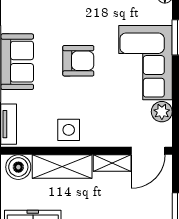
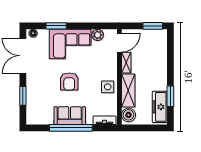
armchair: (78, 61) -> (69, 81), turned 180
door: (148, 151) -> (119, 43), hinge flipped

